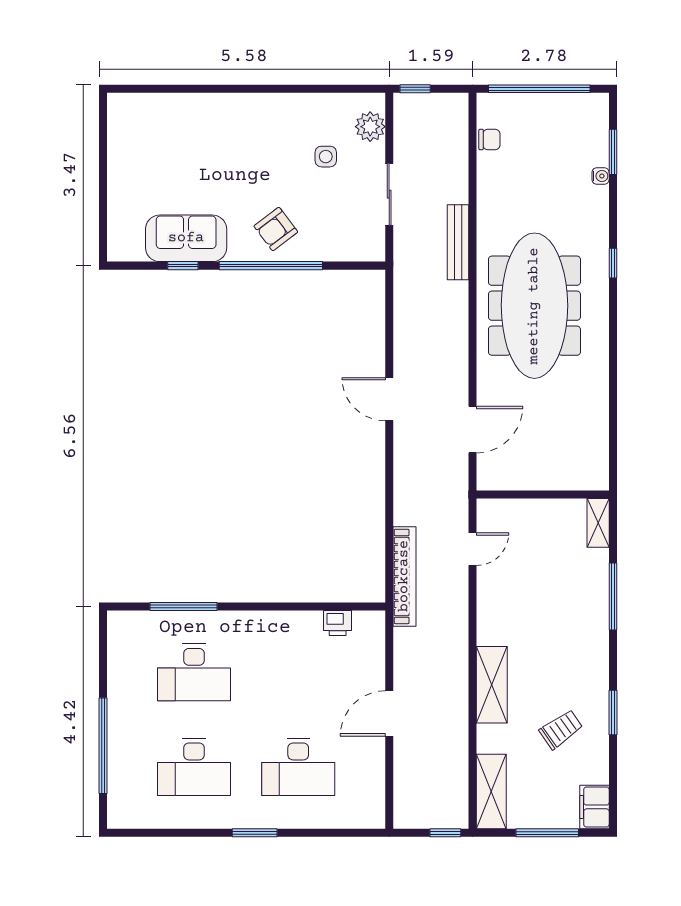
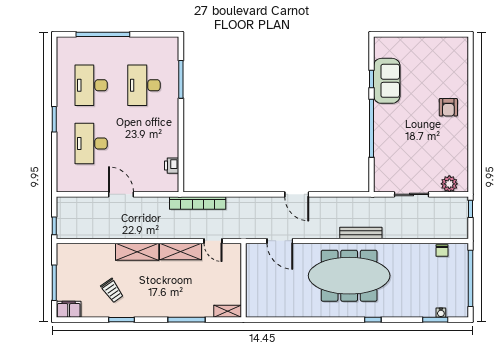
side table: (326, 157) -> (433, 159), removed
water cooler: (601, 176) -> (441, 313), moved
armchair: (276, 229) -> (448, 107), moved, turned -143
bench: (458, 242) -> (361, 233), moved
door: (389, 399) -> (297, 194), swing flipped
shelving: (491, 792) -> (181, 252), moved

